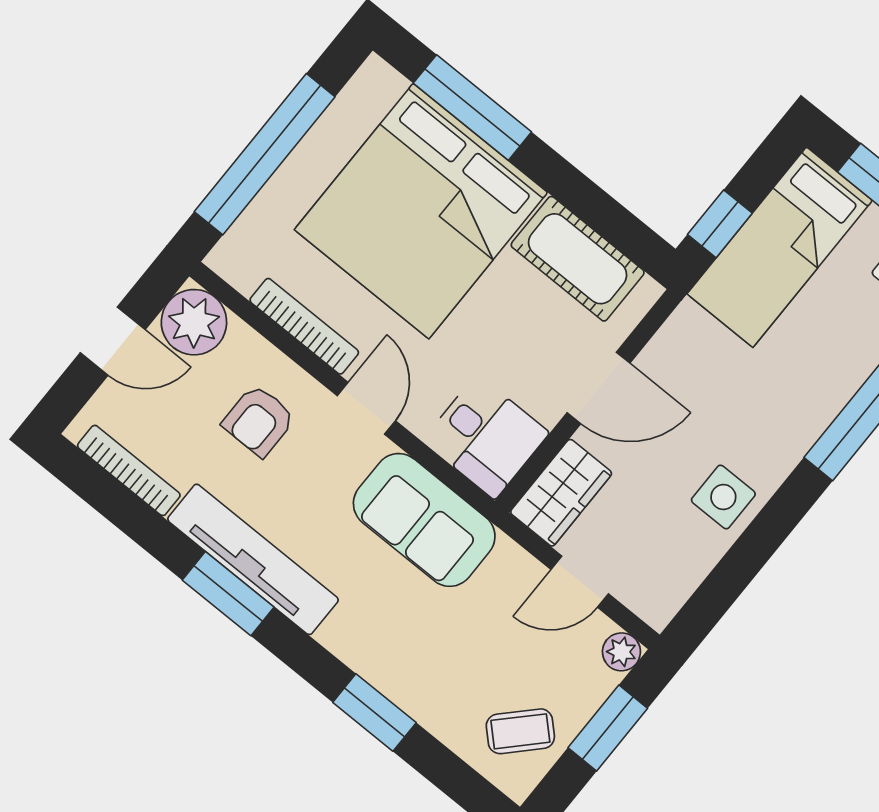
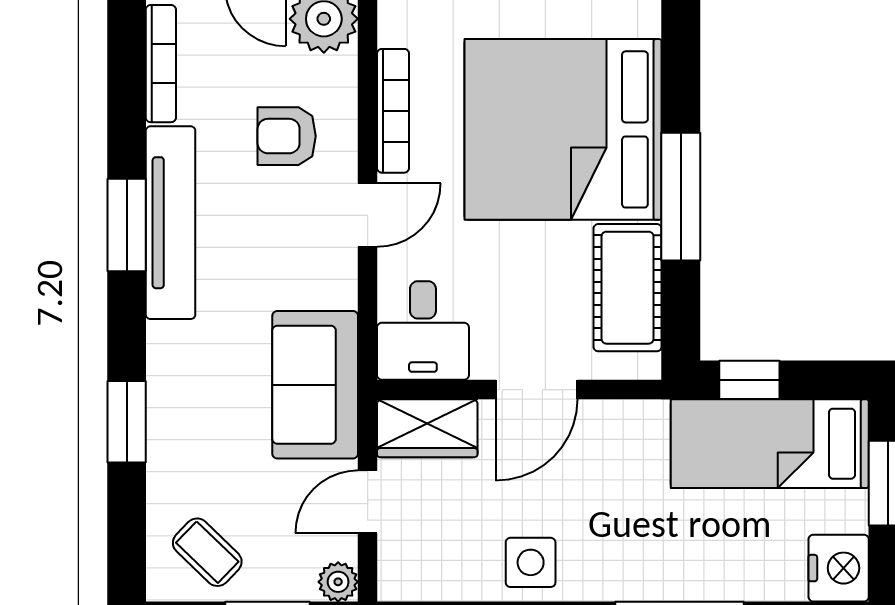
window: (472, 107) -> (681, 197), moved
door: (598, 388) -> (537, 390), hinge flipped
sofa: (424, 520) -> (315, 385), moved
door: (580, 582) -> (368, 502), hinge flipped

